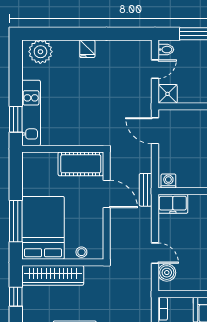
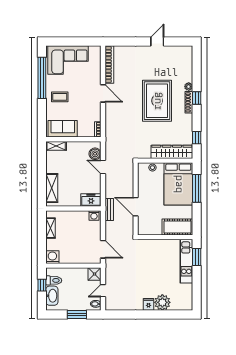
plant: (40, 52) -> (162, 302), moved
cot: (81, 164) -> (177, 227), moved

